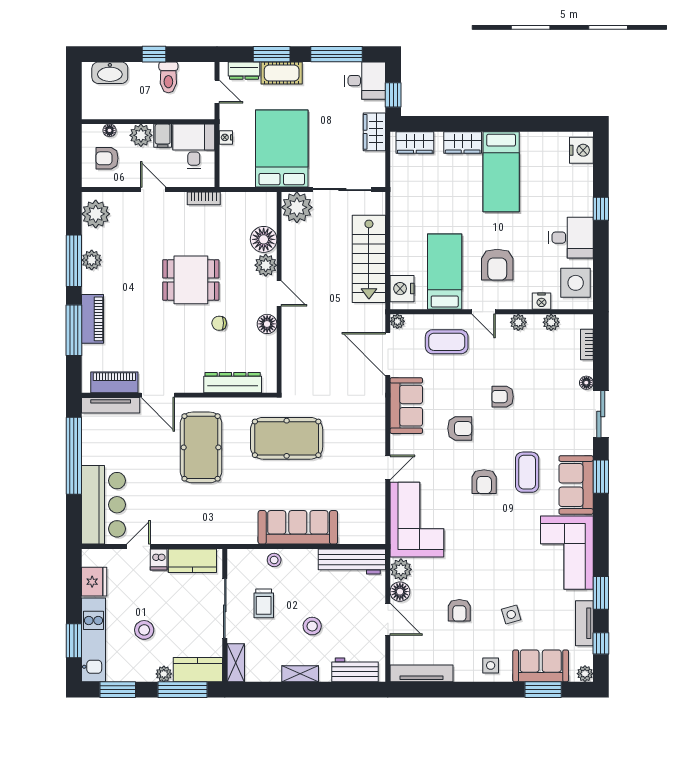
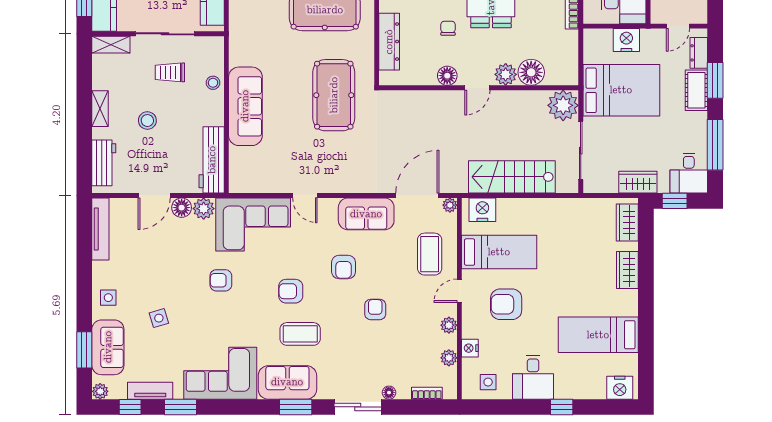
nightstand: (226, 137) -> (626, 40), width x1.89, depth x1.79
bed: (501, 172) -> (598, 335), moved
side table: (576, 283) -> (488, 382), width x0.54, depth x0.54
armchair: (459, 610) -> (221, 280), moved

